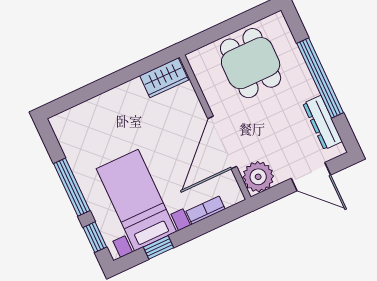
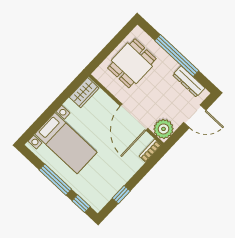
dining table: (251, 63) -> (132, 63), turned 90
bed with nightstands: (136, 200) -> (66, 143), moved, turned 180
bookcase: (206, 210) -> (150, 151), moved

